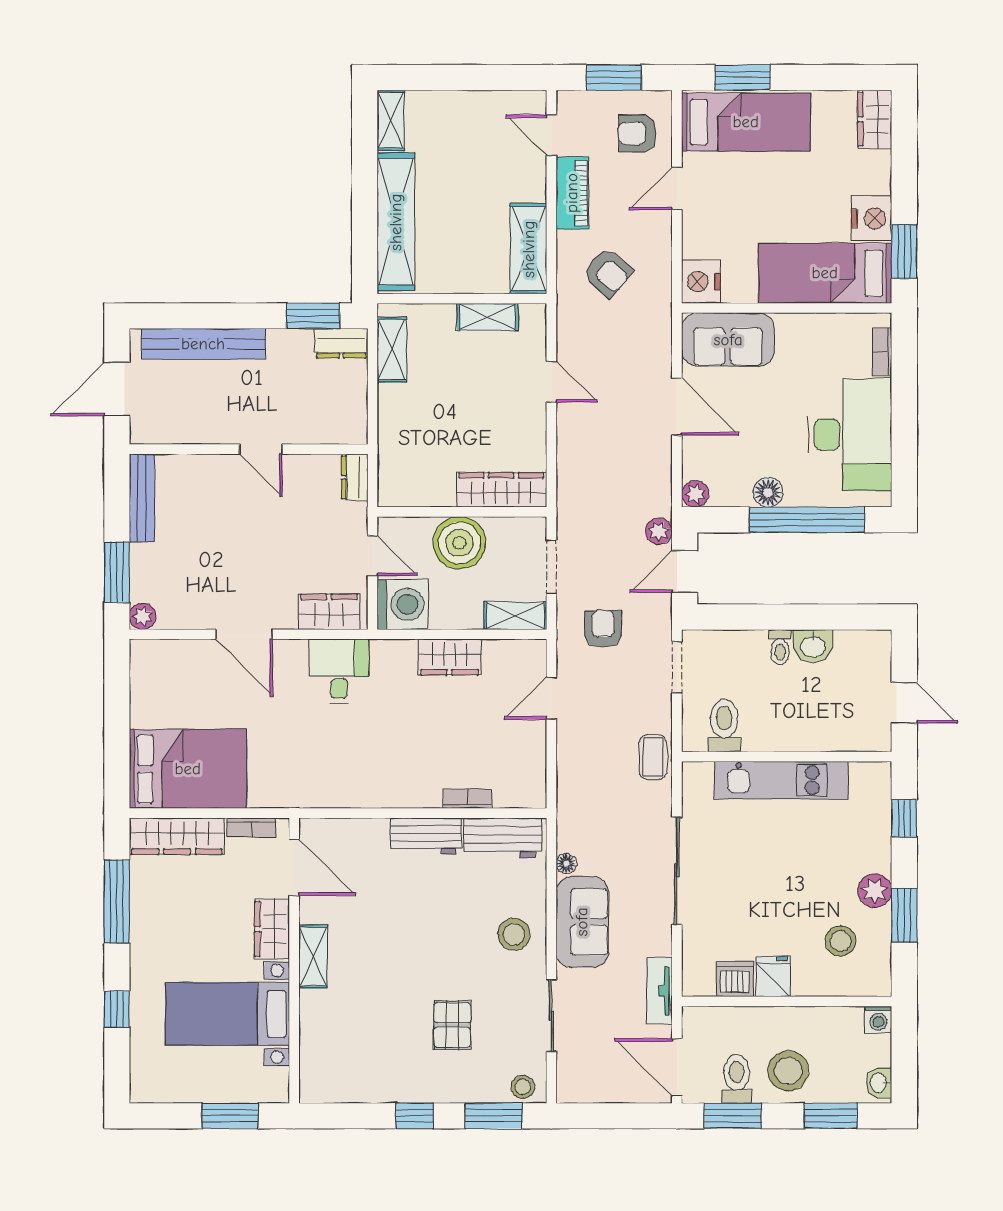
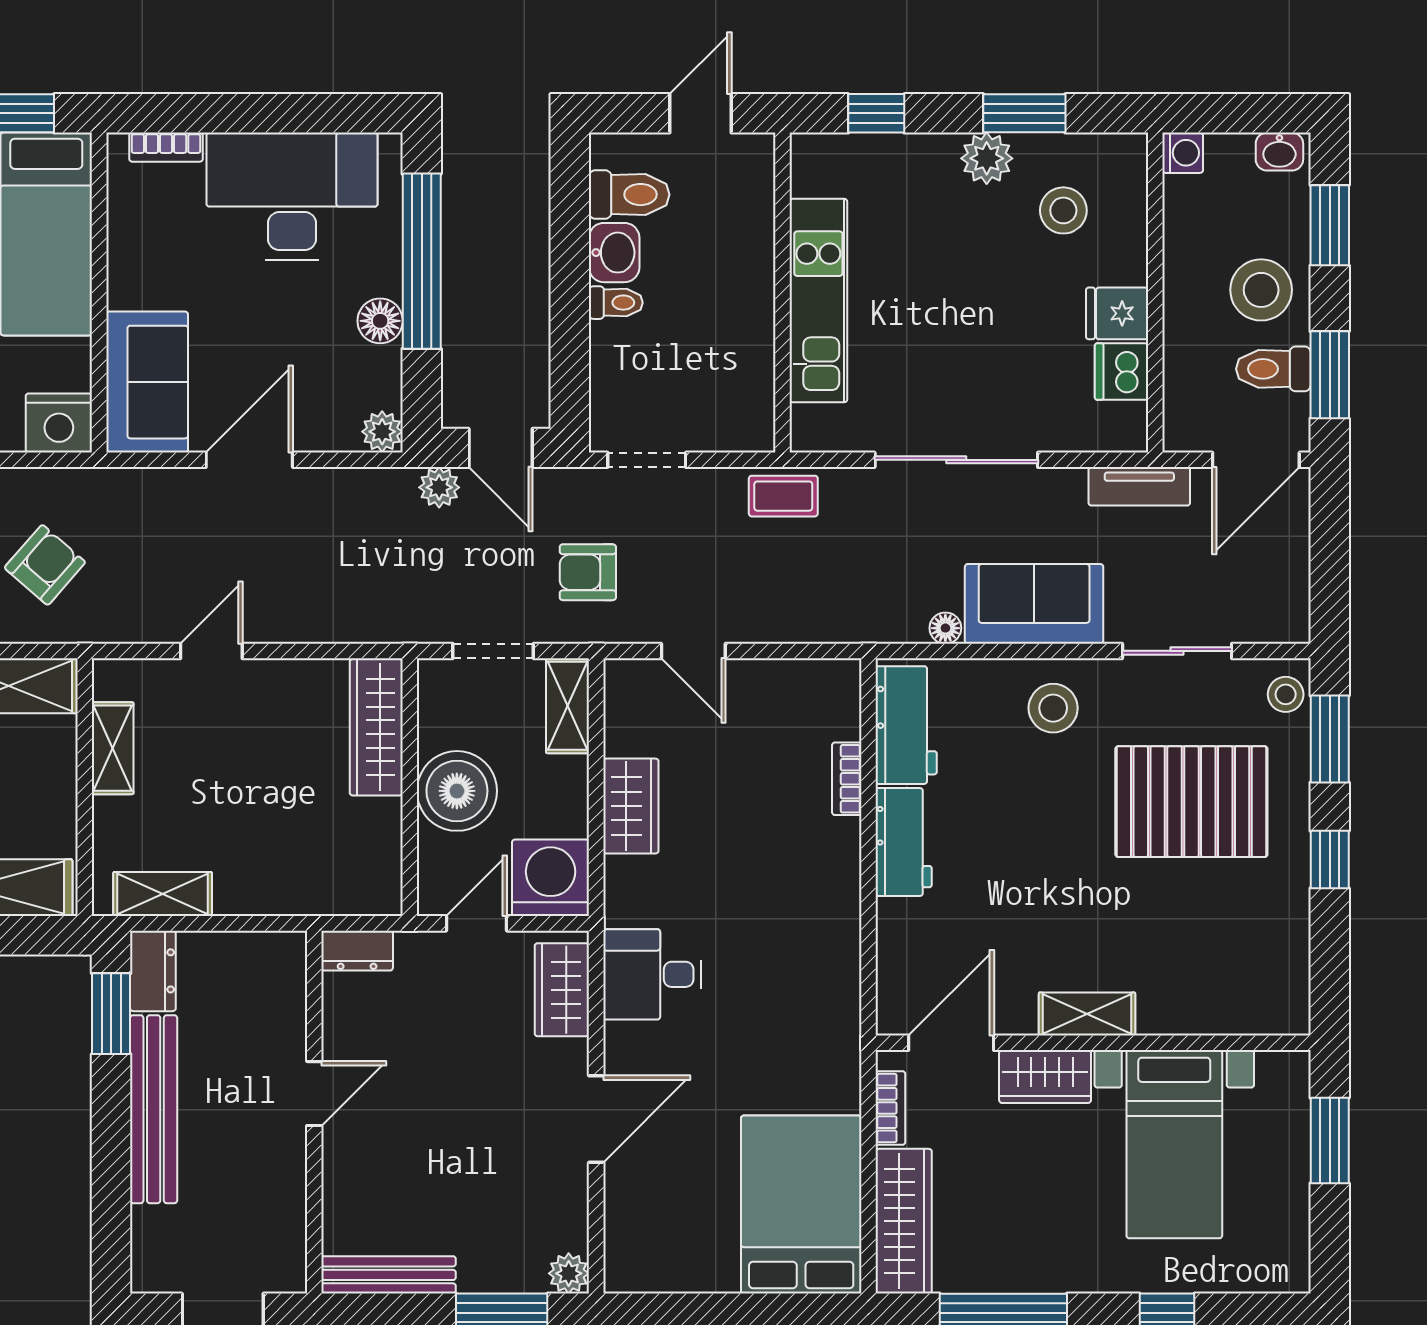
bench: (203, 344) -> (154, 1109), moved
toilet: (724, 725) -> (629, 195), moved, turned 180
pallet: (452, 1025) -> (1191, 802), width x2.05, depth x2.00

